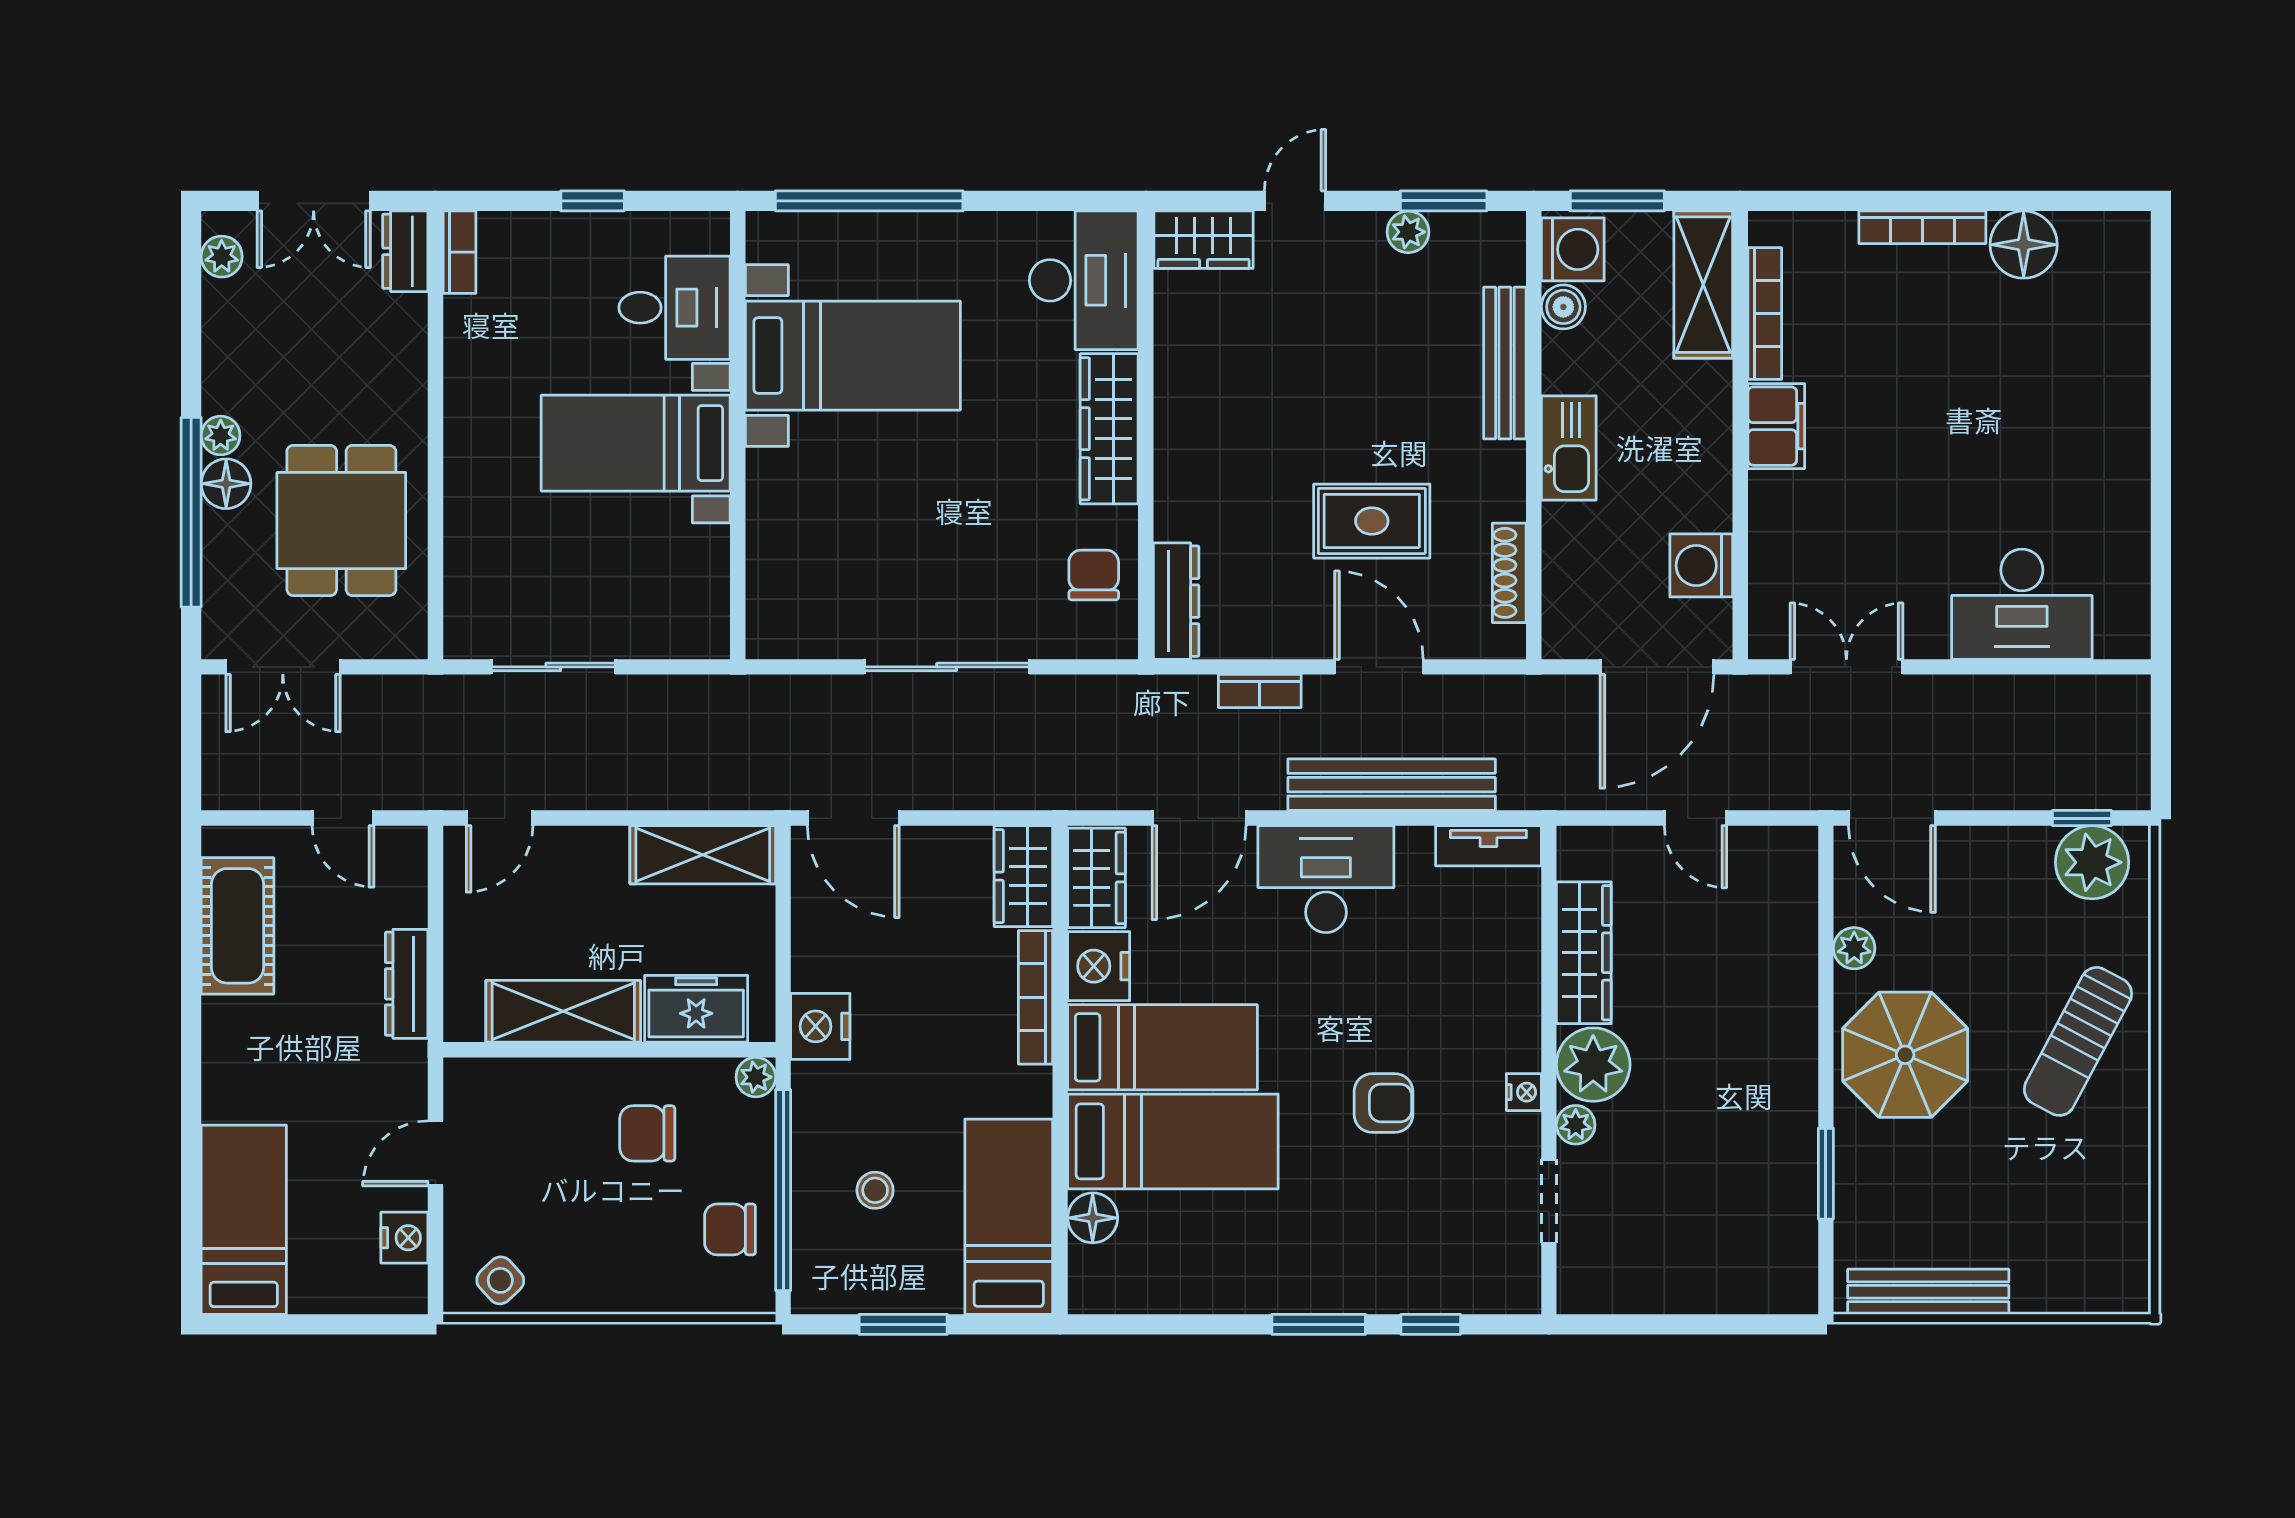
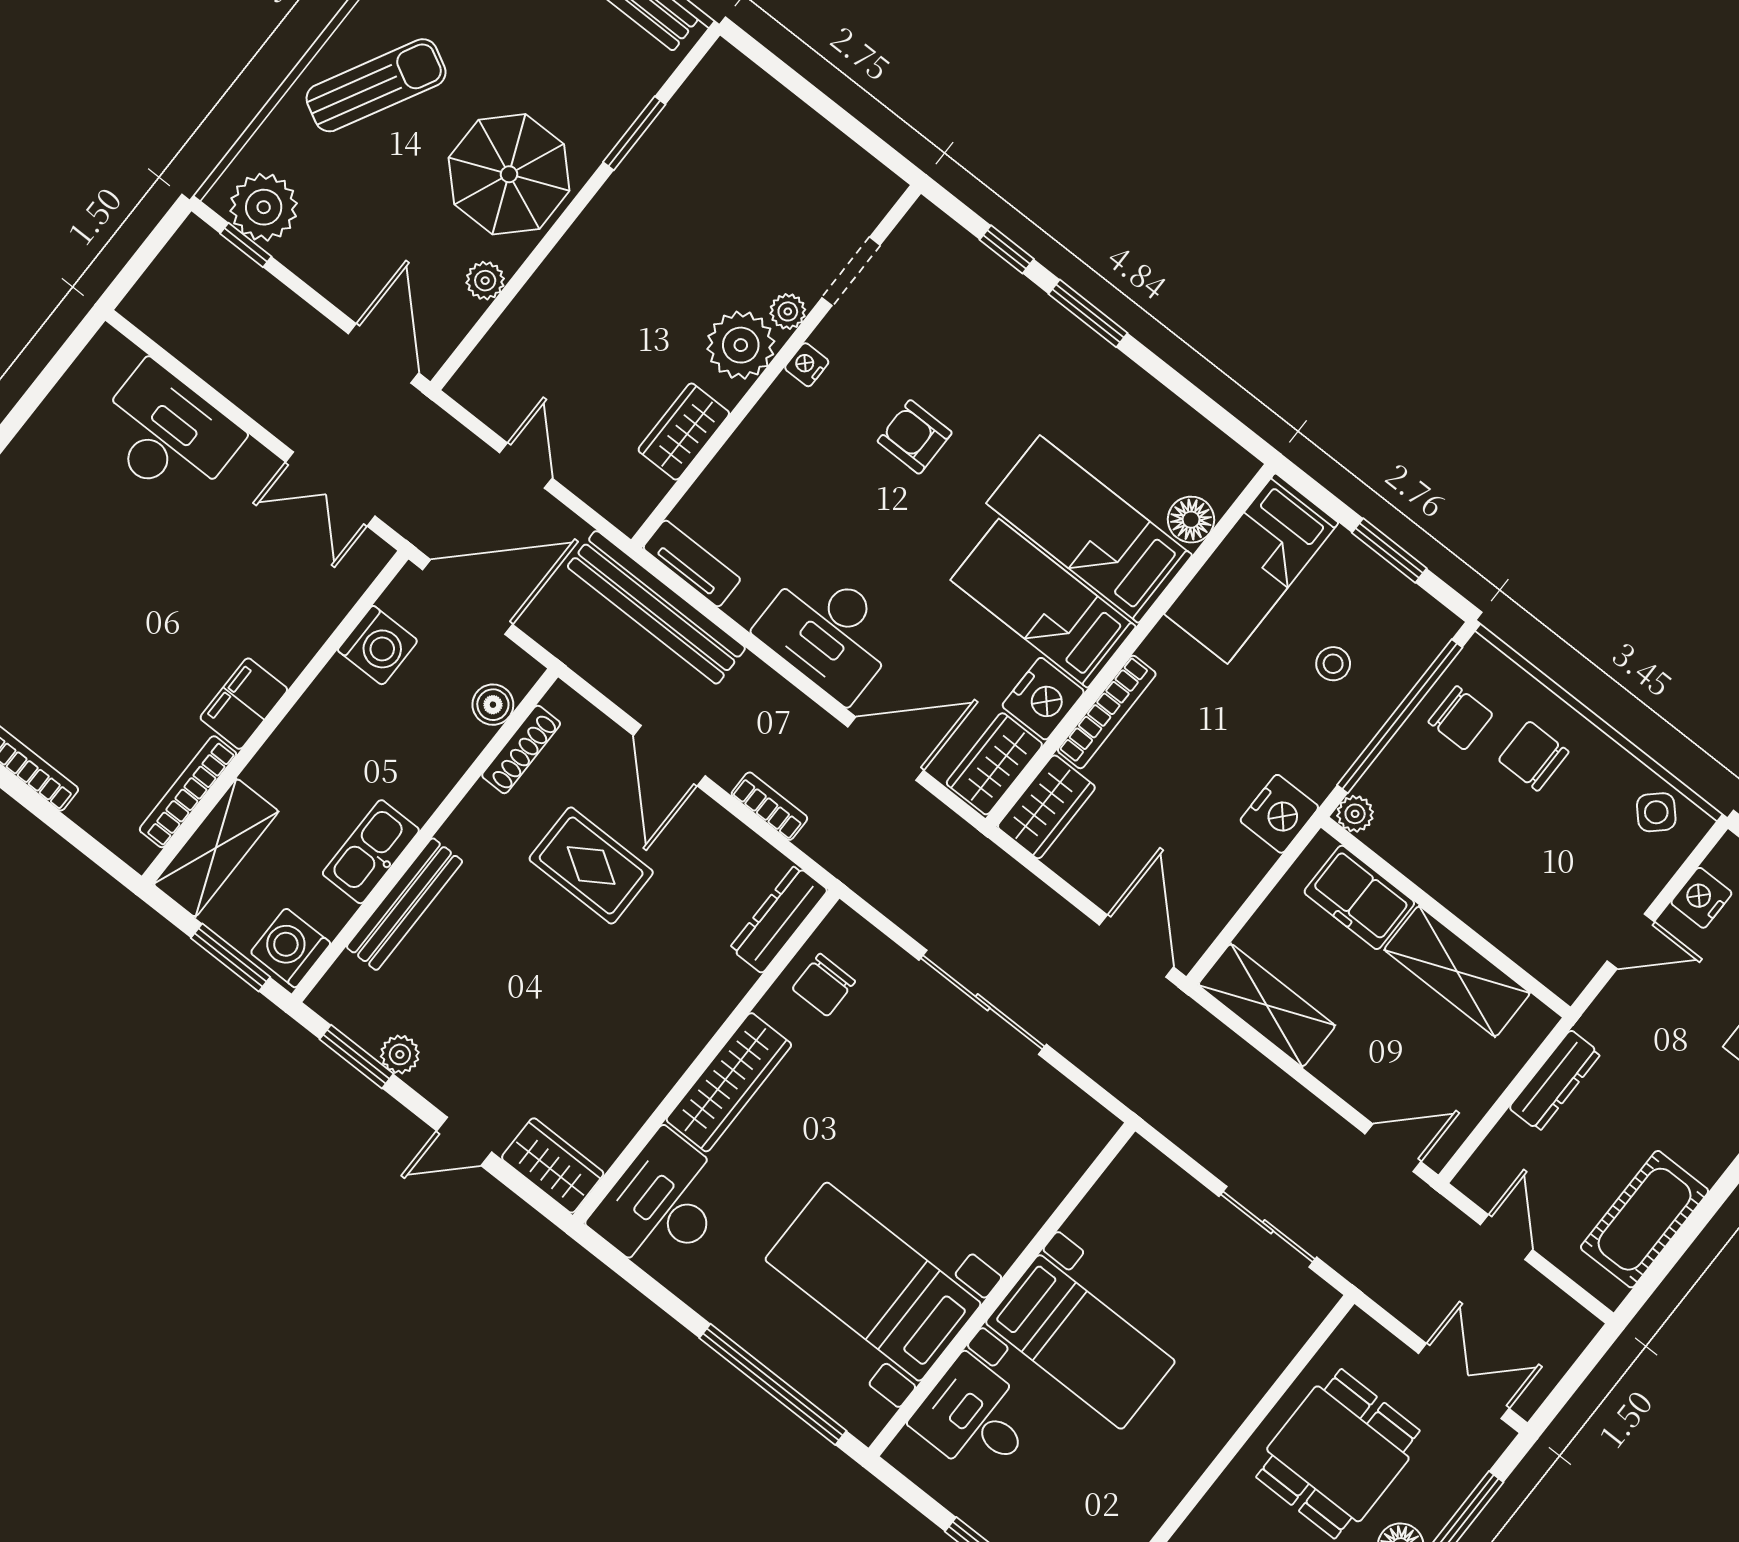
boiler: (1563, 307) -> (493, 705), moved
kitchen sink: (1569, 448) -> (371, 852), moved
bench: (1392, 785) -> (656, 607), moved
wardrobe: (1584, 953) -> (684, 432), width x0.67
chair: (647, 1133) -> (1534, 756), moved, turned 180

